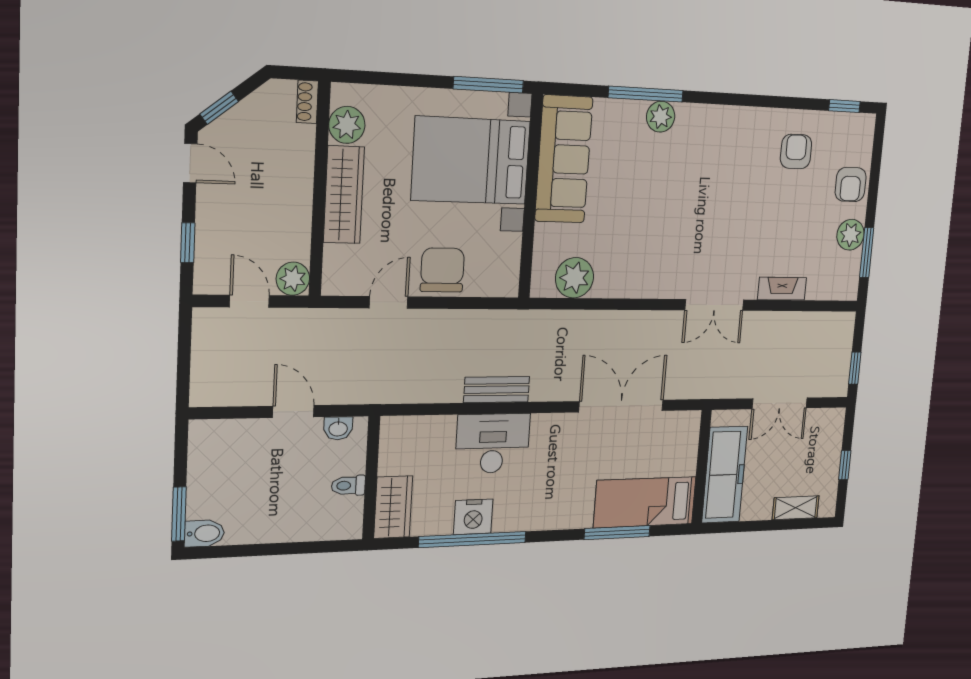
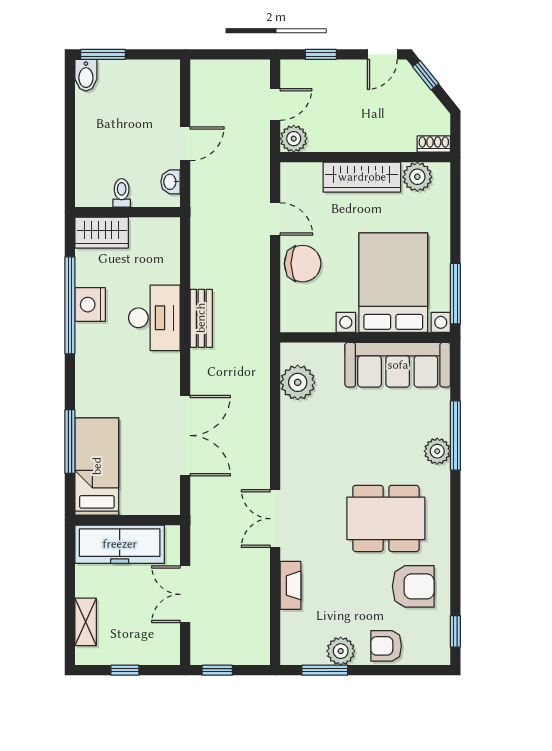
armchair: (796, 151) -> (413, 586), width x1.38, depth x1.38
dining table: (725, 180) -> (386, 518), added

